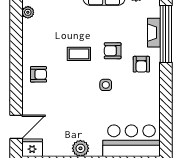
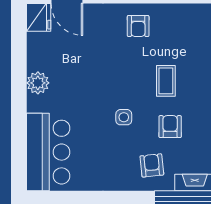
armchair: (141, 64) -> (152, 165), turned 84

